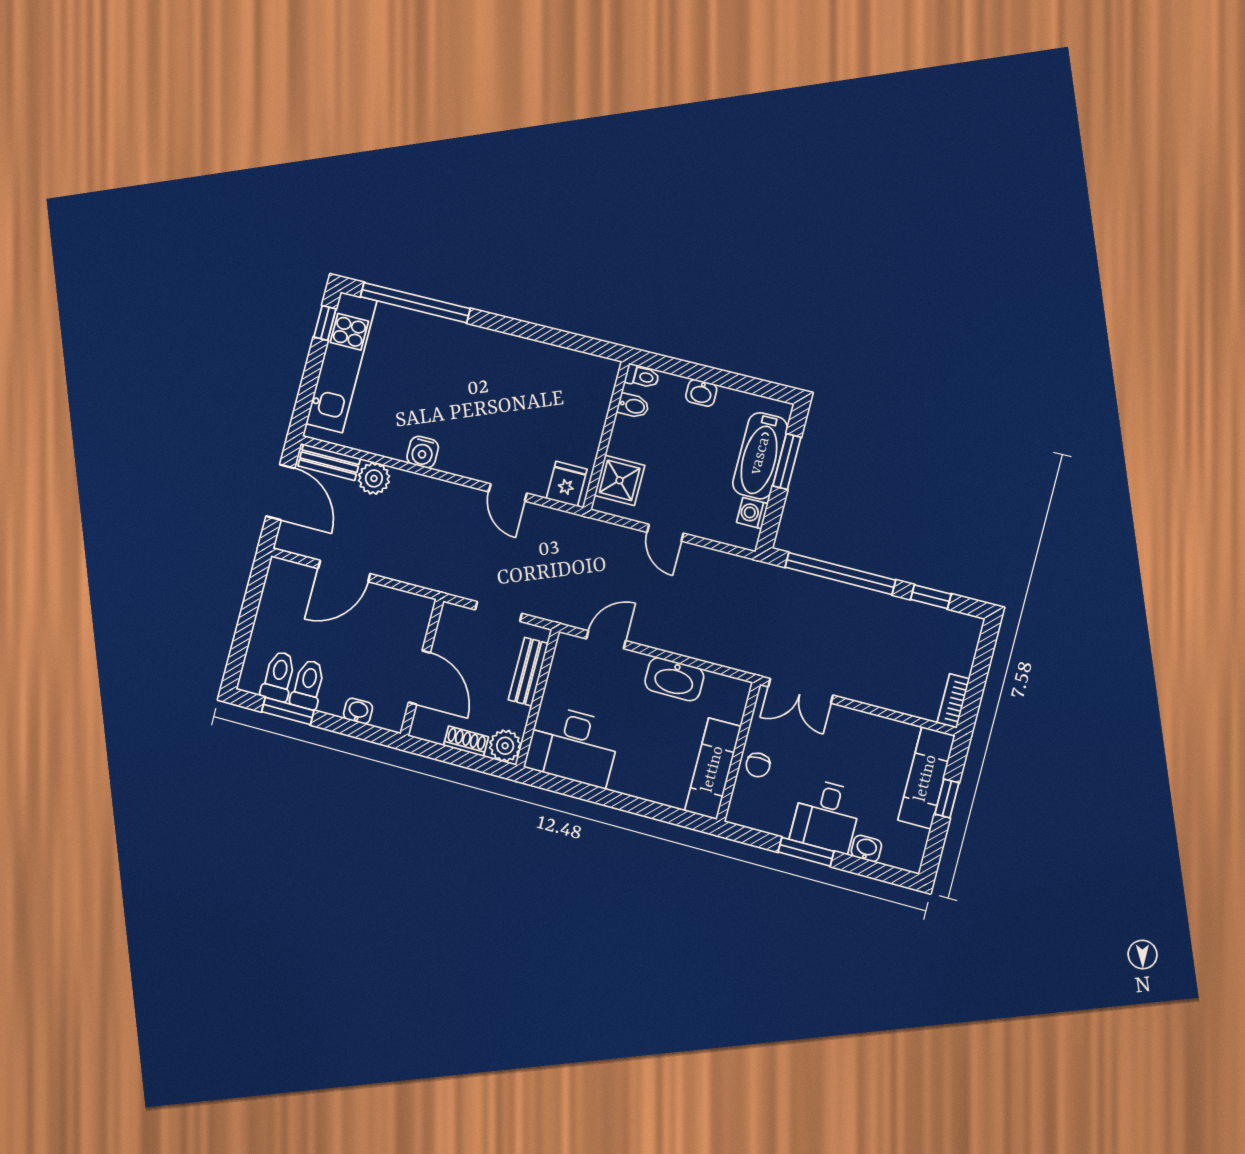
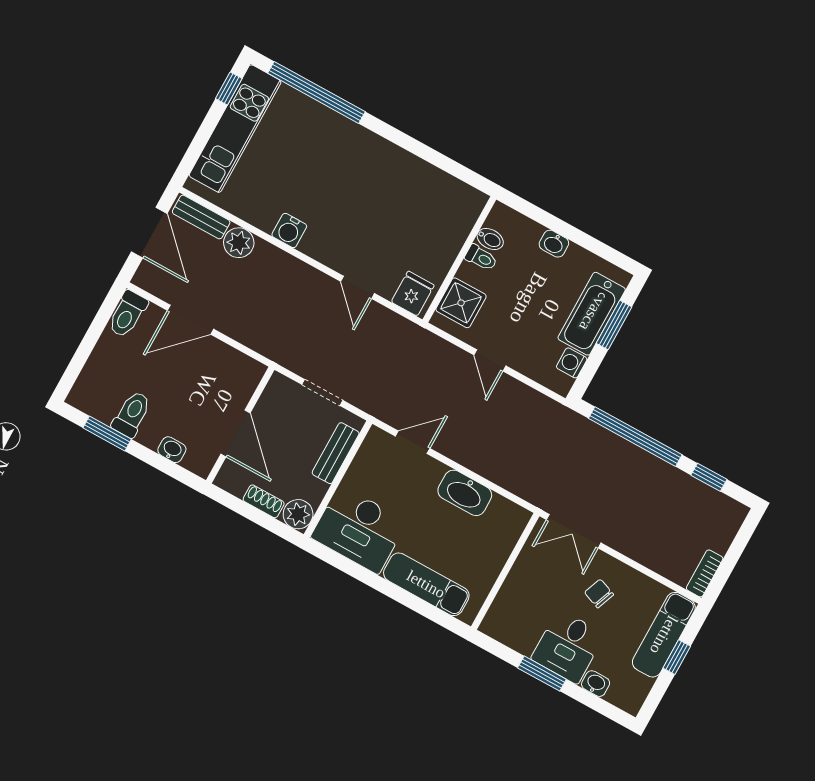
toilet: (642, 376) -> (481, 258), moved
toilet: (279, 676) -> (127, 314), moved, turned 180
chair: (758, 765) -> (599, 593), moved, turned 111
exam couch: (713, 769) -> (426, 584), moved, turned 90

